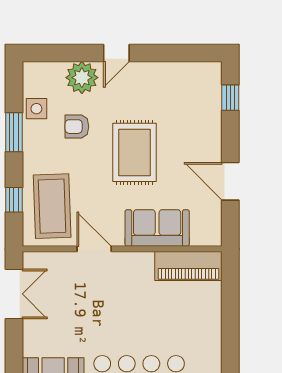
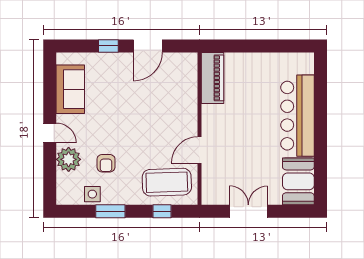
window: (230, 98) -> (108, 46), moved
rug: (134, 152) -> (126, 119), removed
sofa: (157, 228) -> (70, 89), moved, turned 180
double door: (14, 294) -> (248, 211), moved

